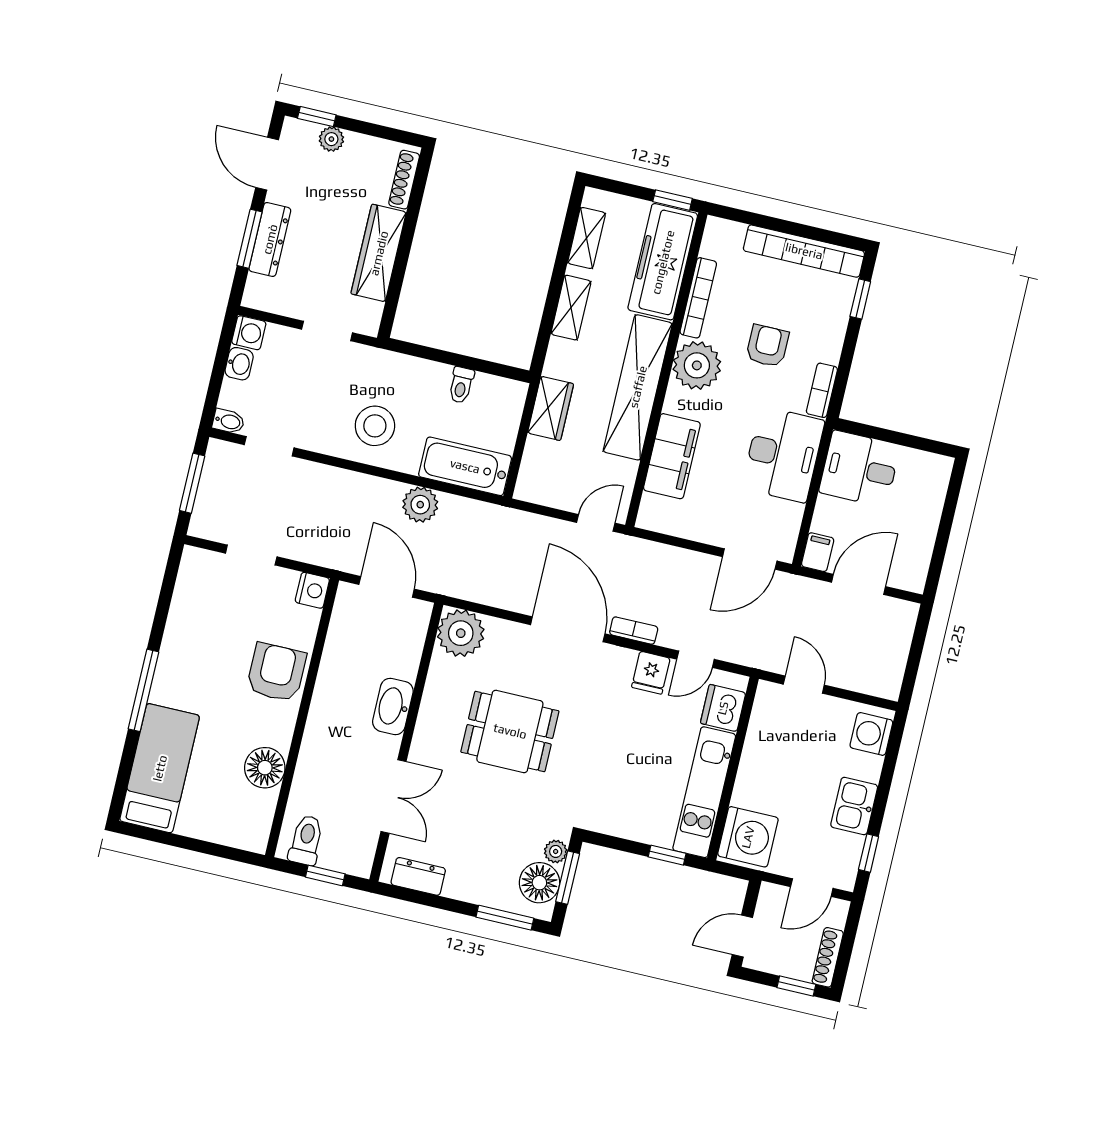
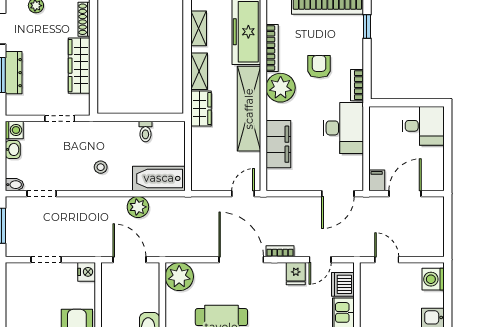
wardrobe: (551, 408) -> (201, 109), moved
stool: (375, 426) -> (101, 167), width x0.53, depth x0.53
desk: (860, 469) -> (423, 126), moved, turned 180

